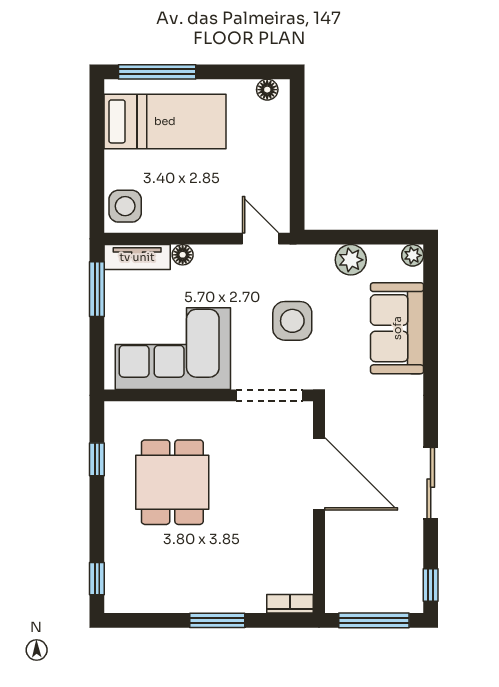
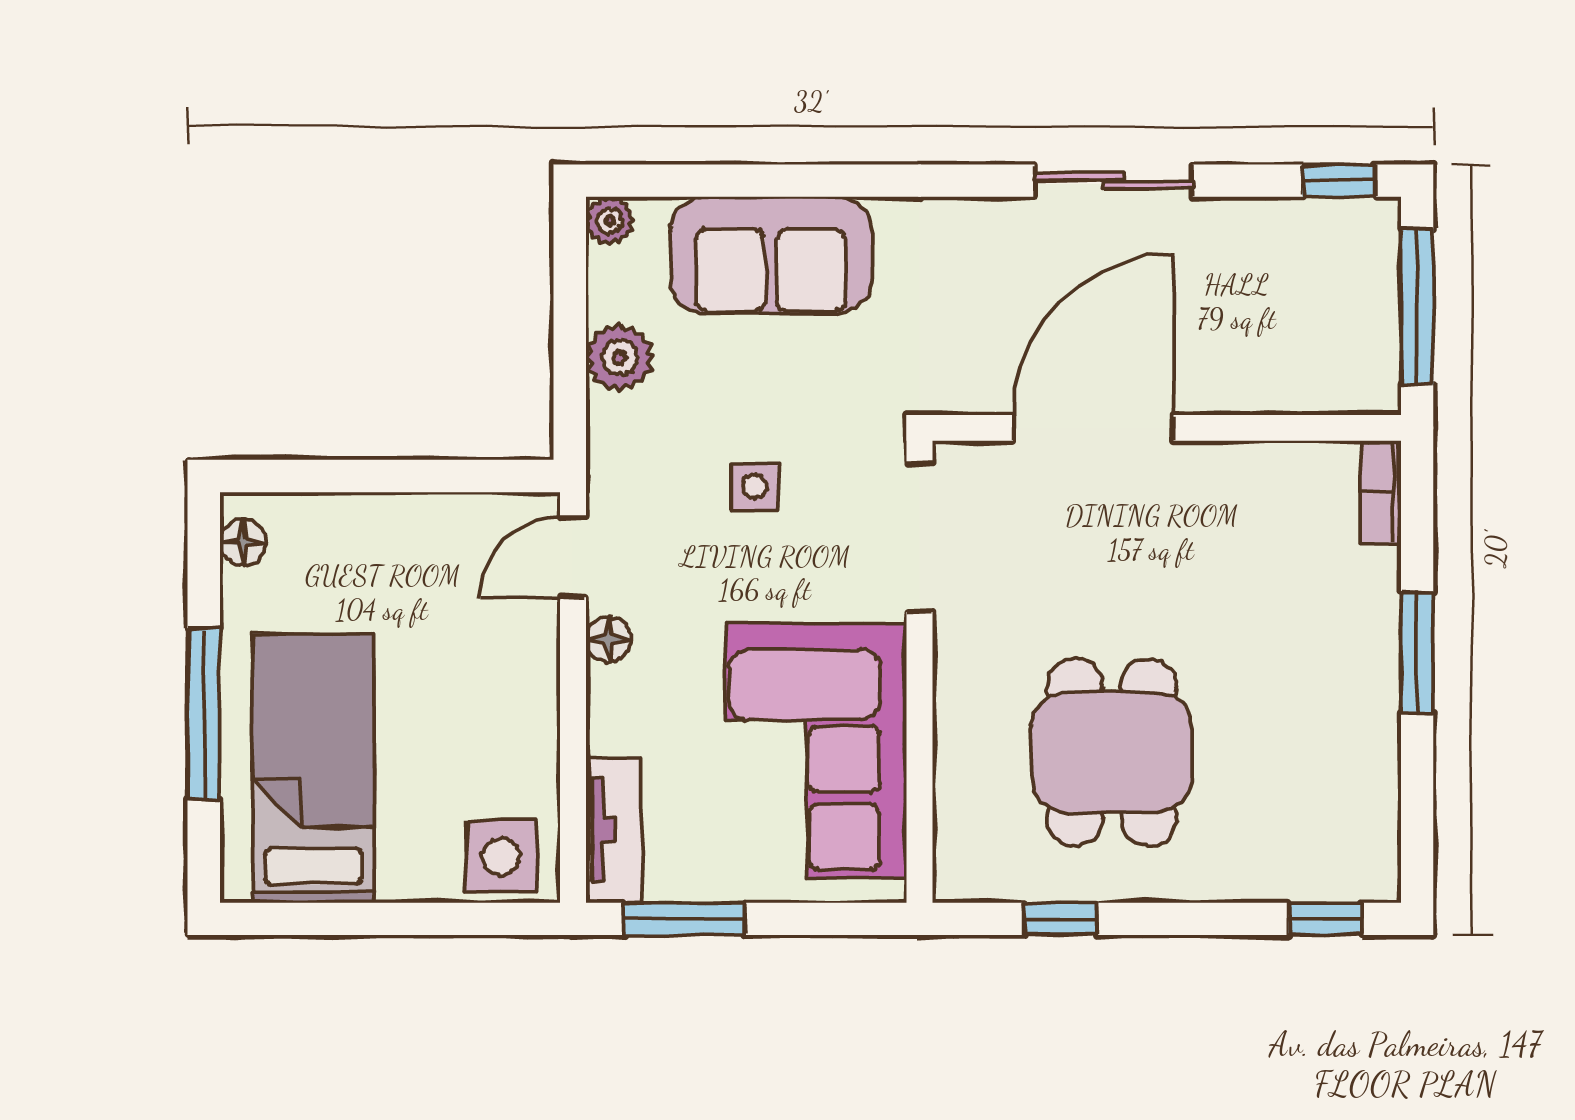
window: (157, 72) -> (204, 714), moved
floor lamp: (183, 255) -> (608, 639), moved
side table: (292, 321) -> (755, 487), width x0.54, depth x0.54
dining table: (172, 482) -> (1112, 752), turned 90

